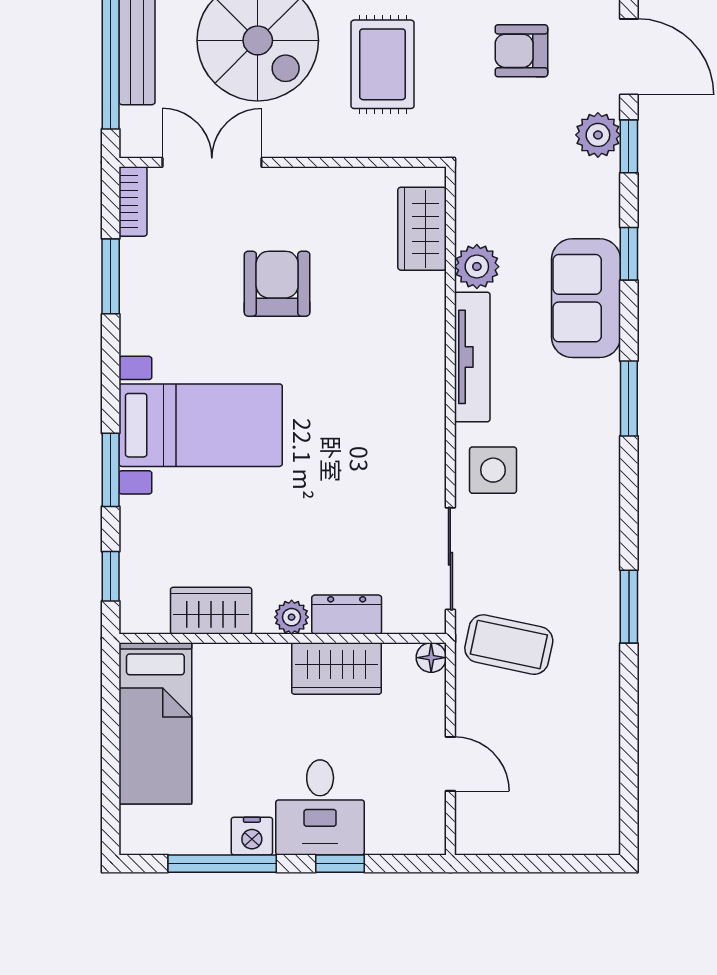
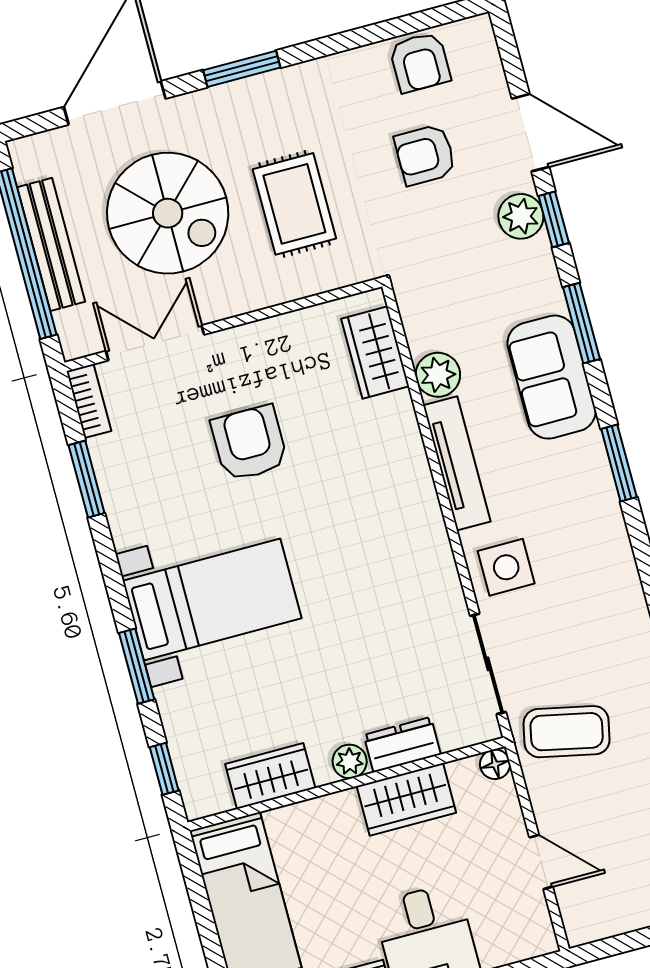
window: (629, 254) -> (581, 323), width x1.50

